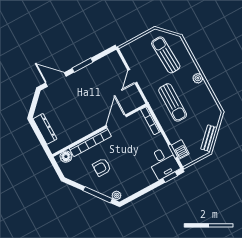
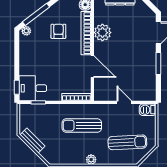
plant: (82, 128) -> (102, 33), added
barbecue: (180, 149) -> (148, 110), moved

